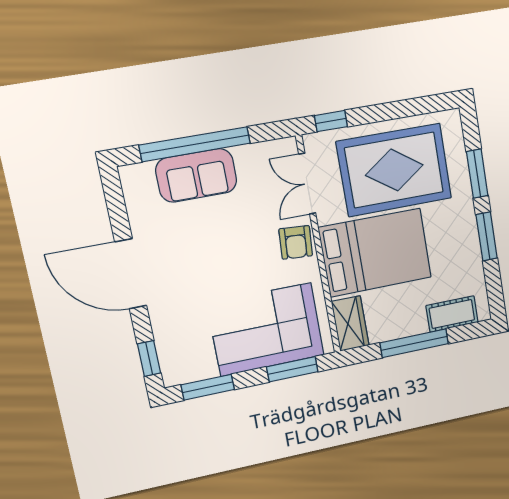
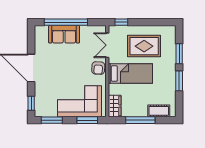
rug: (394, 170) -> (144, 46), width x0.73, depth x0.69
bed: (375, 253) -> (130, 74), width x0.67

